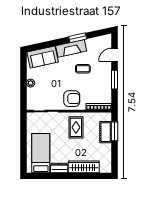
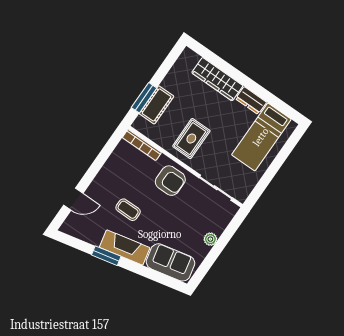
window: (114, 80) -> (96, 166), removed
armchair: (72, 99) -> (170, 181), turned 180

